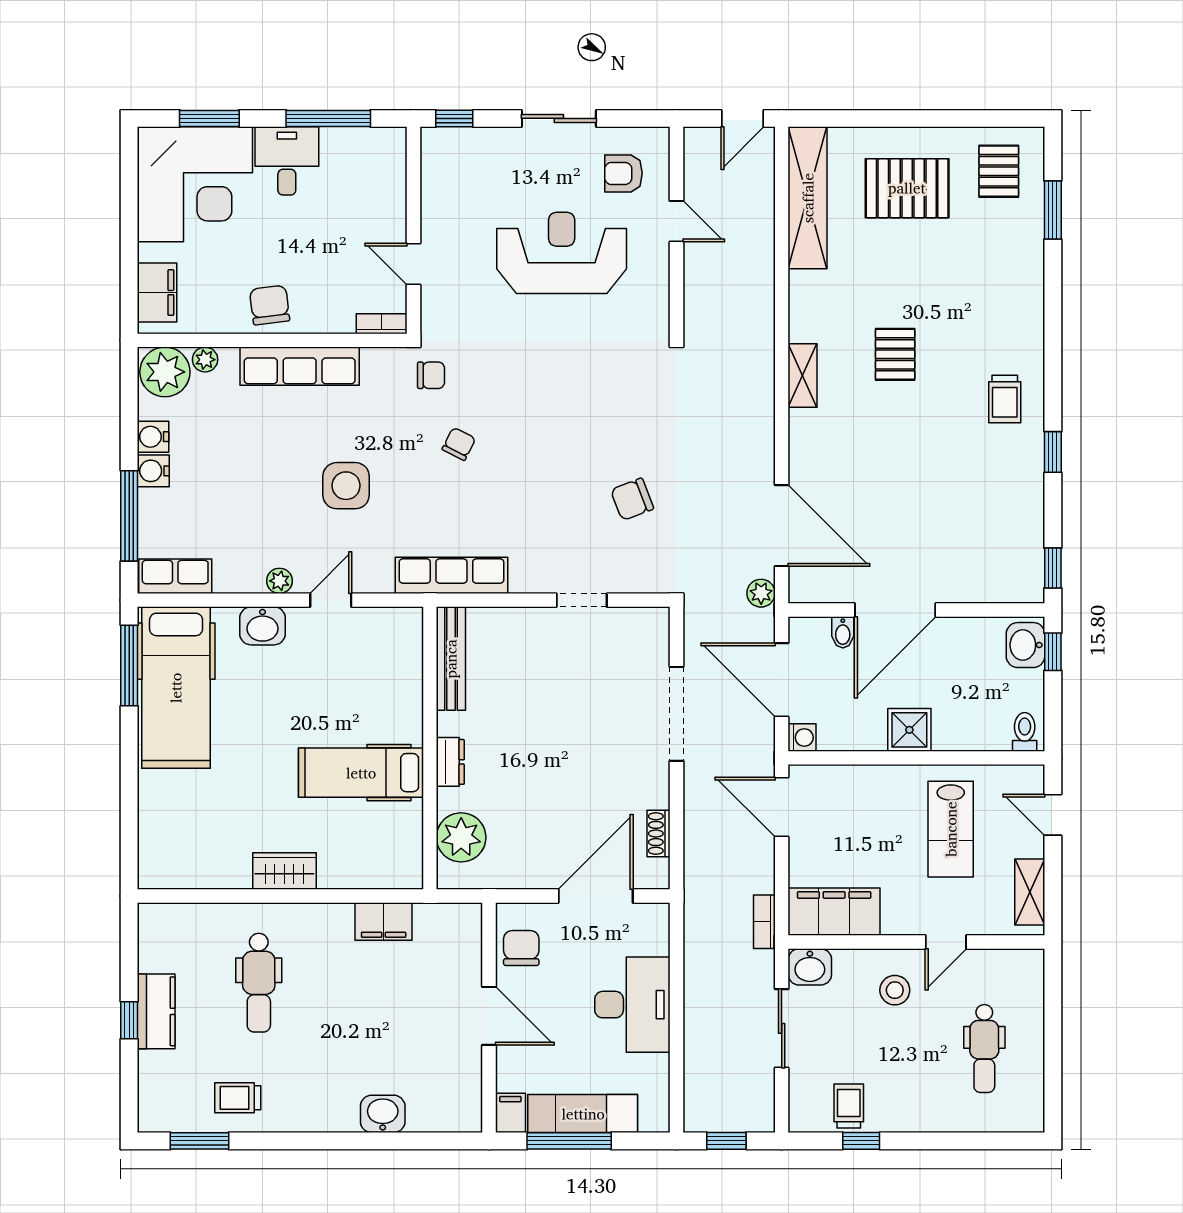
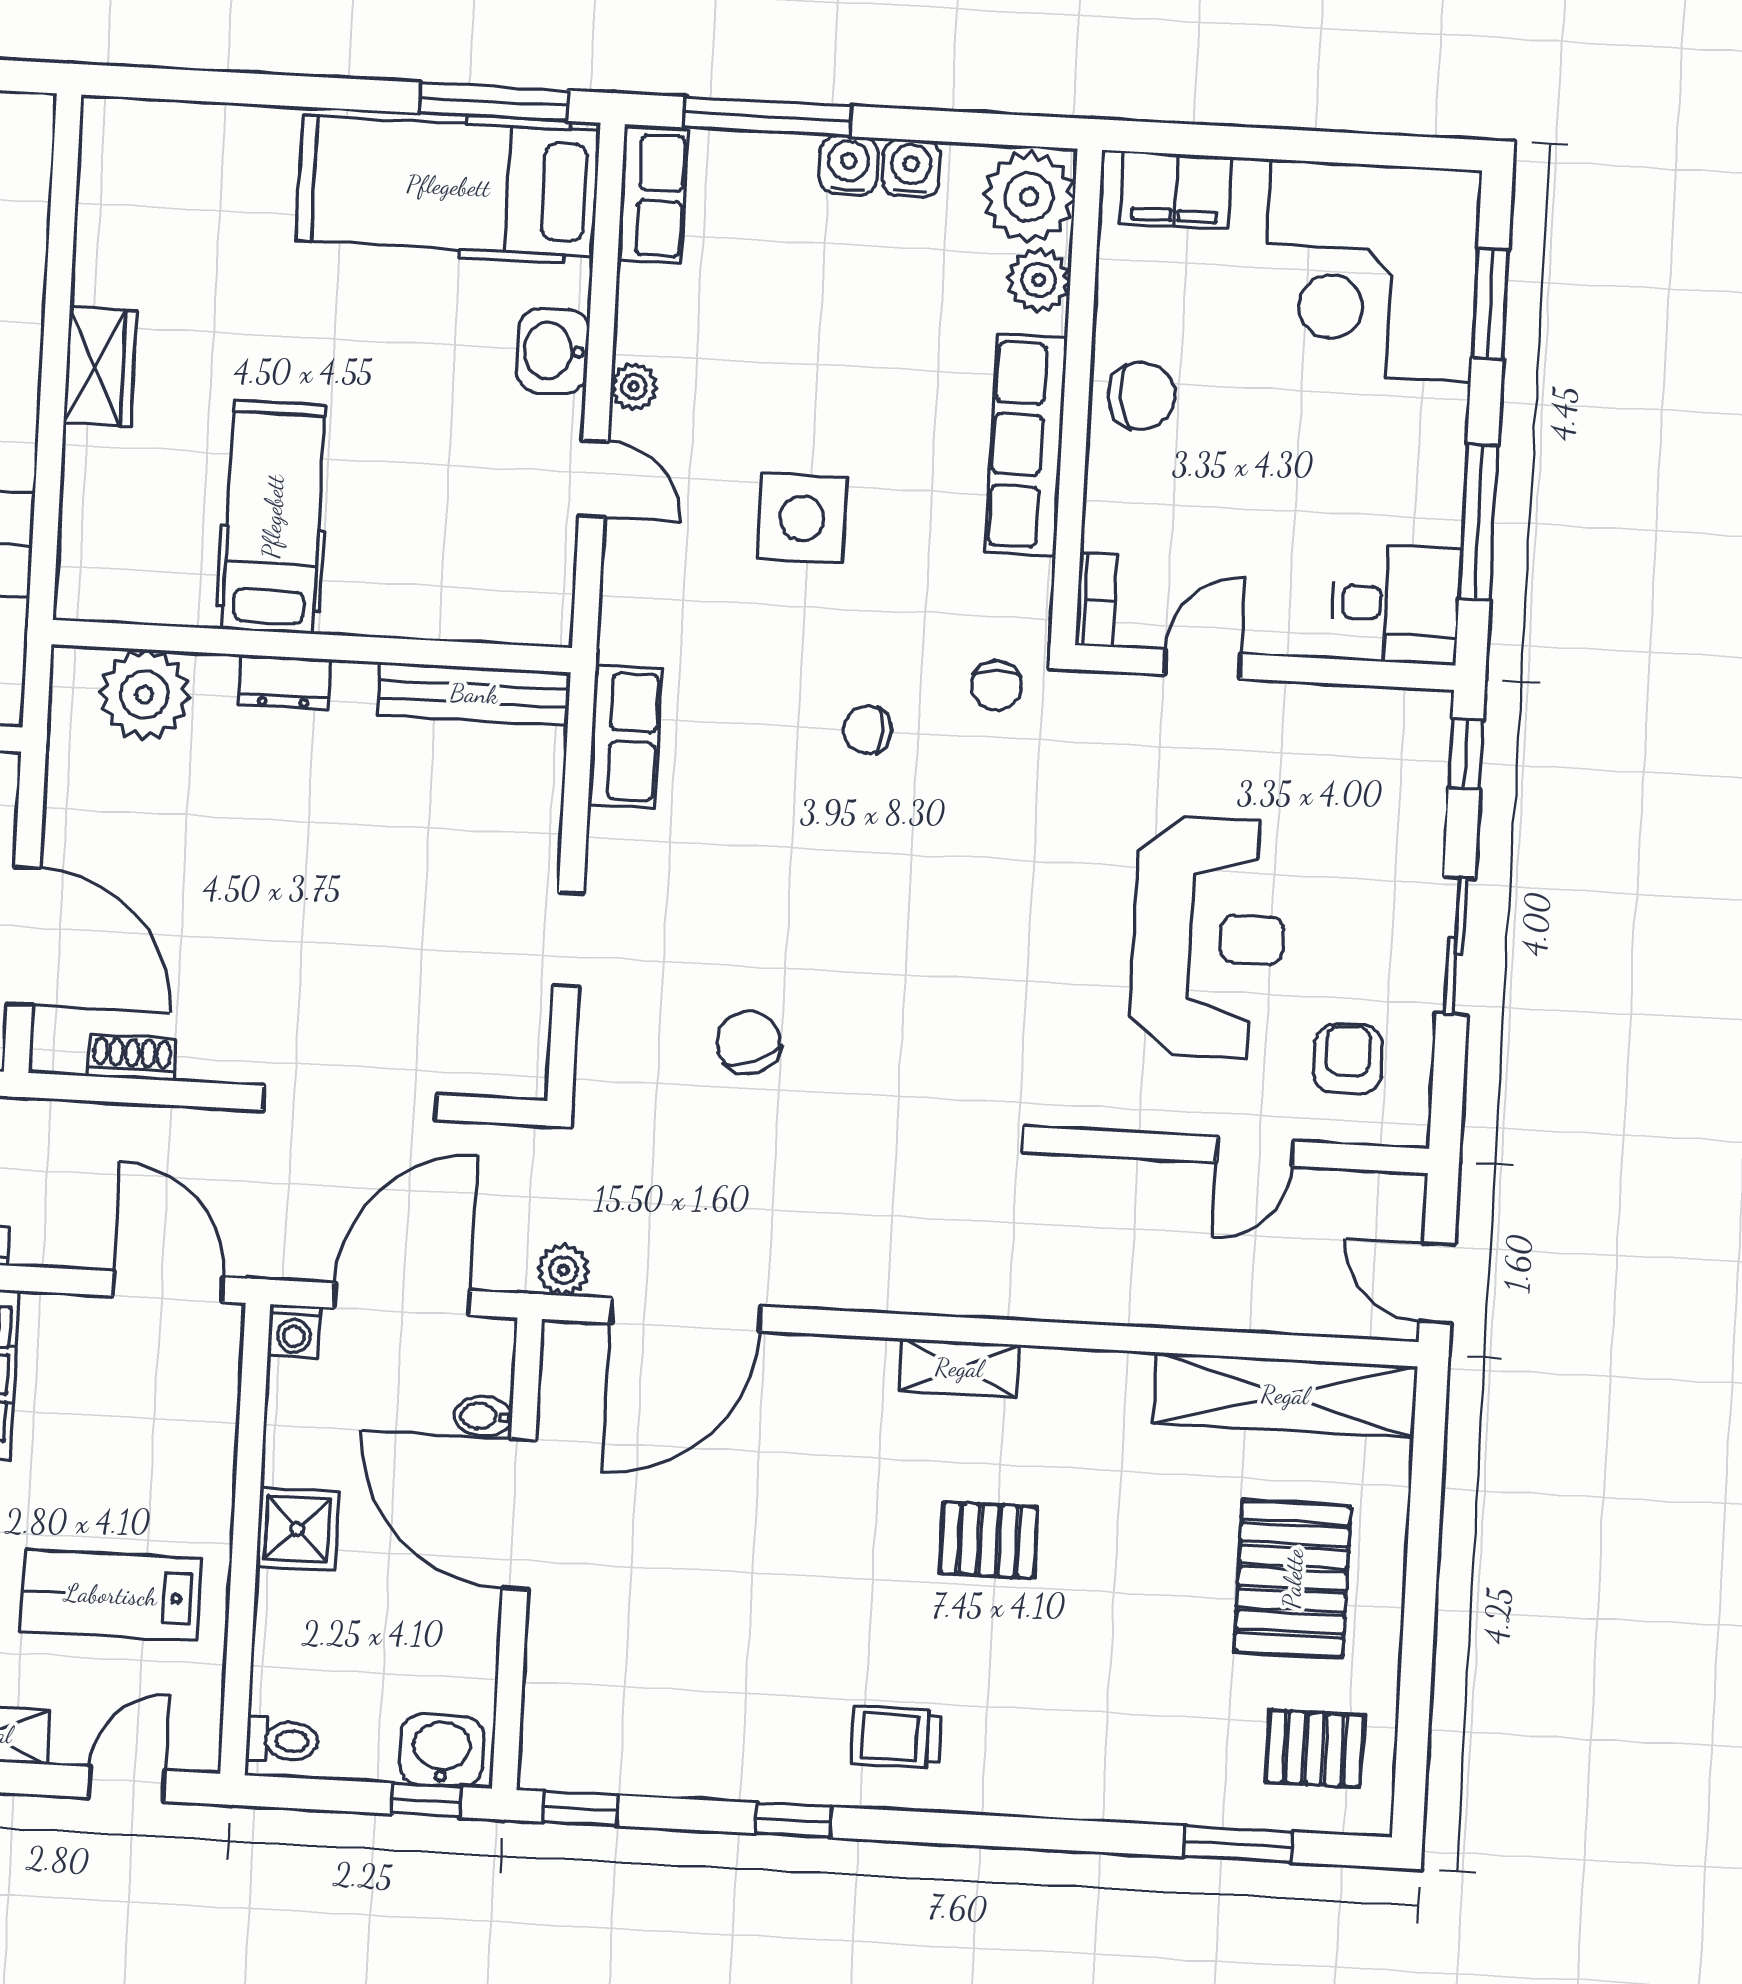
desk: (287, 161) -> (1396, 604), moved
plant: (205, 360) -> (1039, 280), width x1.38, depth x1.38
chair: (459, 444) -> (868, 730), turned 153
row of seats: (451, 575) -> (625, 736), width x0.68
door: (782, 807) -> (168, 1287), hinge flipped

